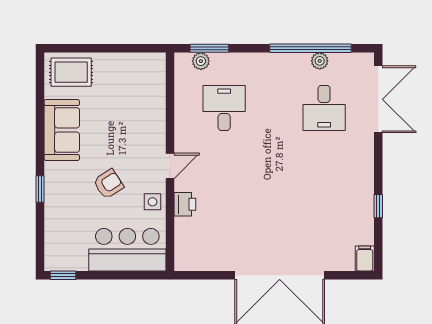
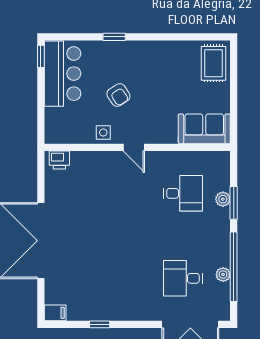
window: (209, 48) -> (234, 203), moved
plant: (201, 61) -> (223, 199), moved
sofa: (62, 130) -> (204, 129), moved, turned 180
printer: (185, 204) -> (59, 160), moved
bar counter: (127, 250) -> (63, 74), moved

